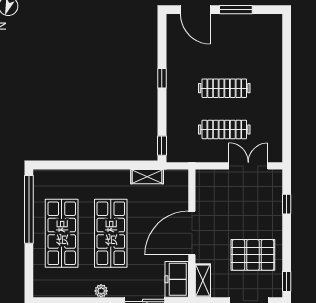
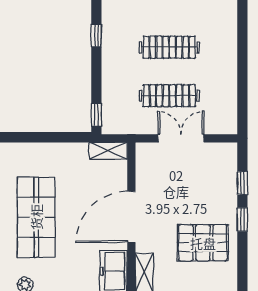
double door: (248, 166) -> (181, 138), moved
shelving: (147, 177) -> (108, 151), moved
window: (287, 282) -> (242, 219), moved

